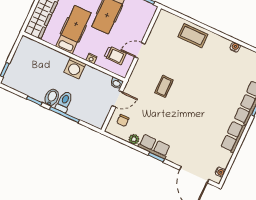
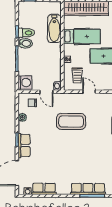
bathtub: (50, 57) -> (54, 29), added
washing machine: (75, 68) -> (25, 83), moved, turned 180
coffee table: (164, 86) -> (71, 121), width x1.86, depth x1.72
toilet: (64, 102) -> (26, 33), moved
row of seats: (233, 137) -> (44, 189), moved
row of seats: (154, 146) -> (24, 145), moved

